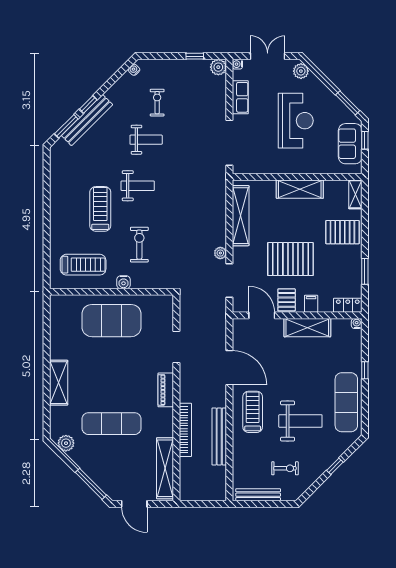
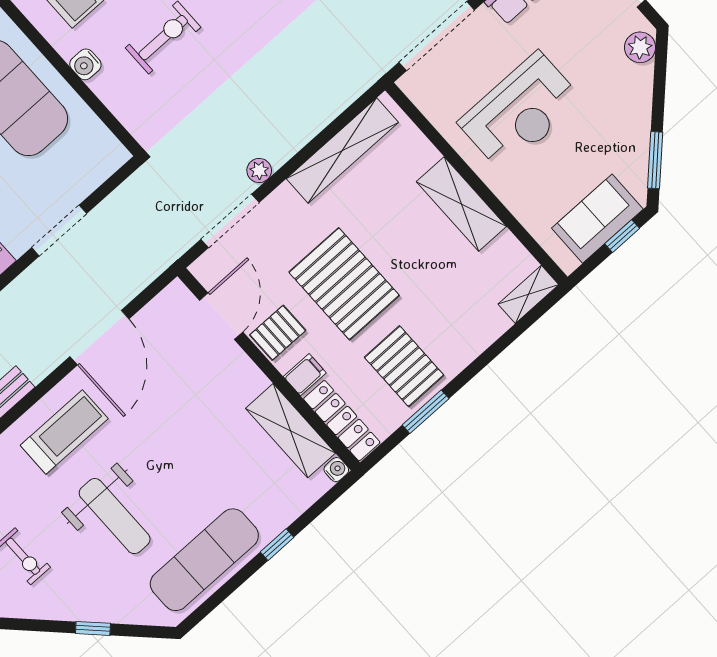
reception desk: (296, 121) -> (520, 112), moved
pallet: (342, 232) -> (404, 366), moved
locker: (348, 305) -> (342, 421), width x1.53
shelving: (307, 328) -> (290, 431), moved

